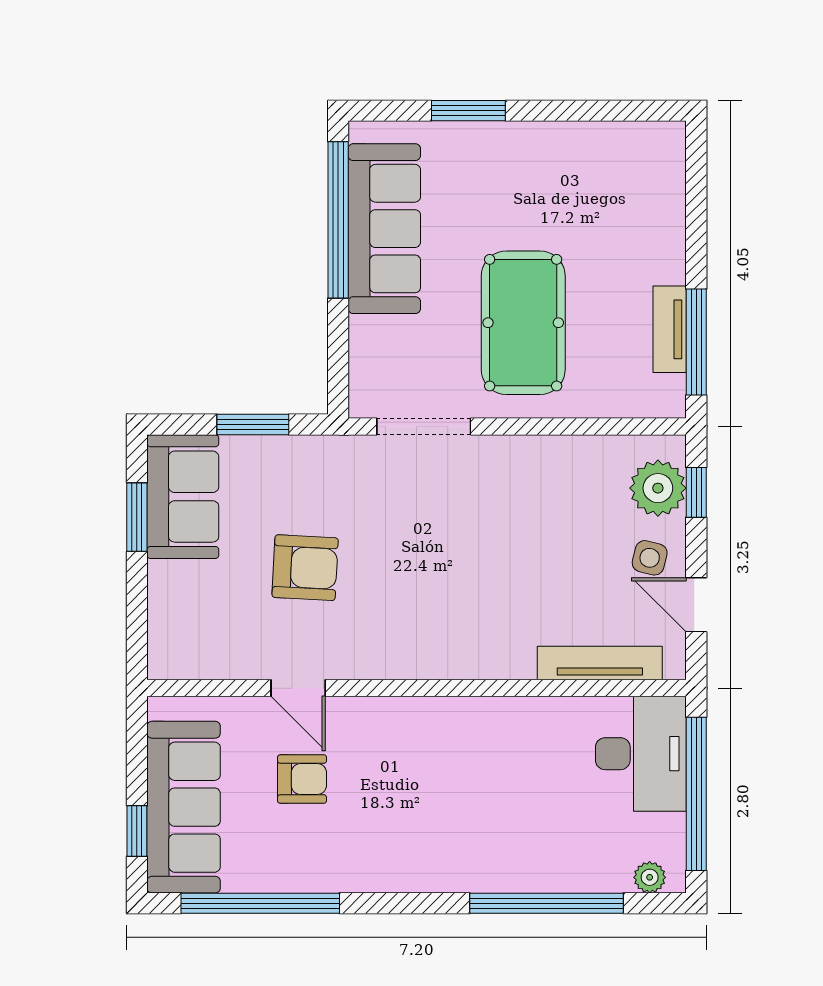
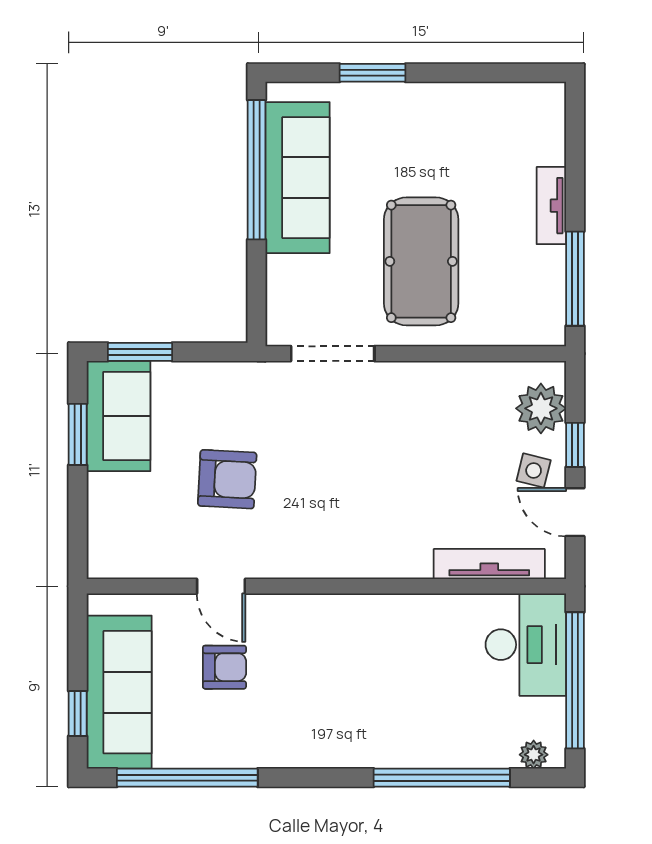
tv unit: (670, 329) -> (551, 206), moved
window: (253, 424) -> (140, 352), moved
window: (696, 492) -> (575, 445), moved

